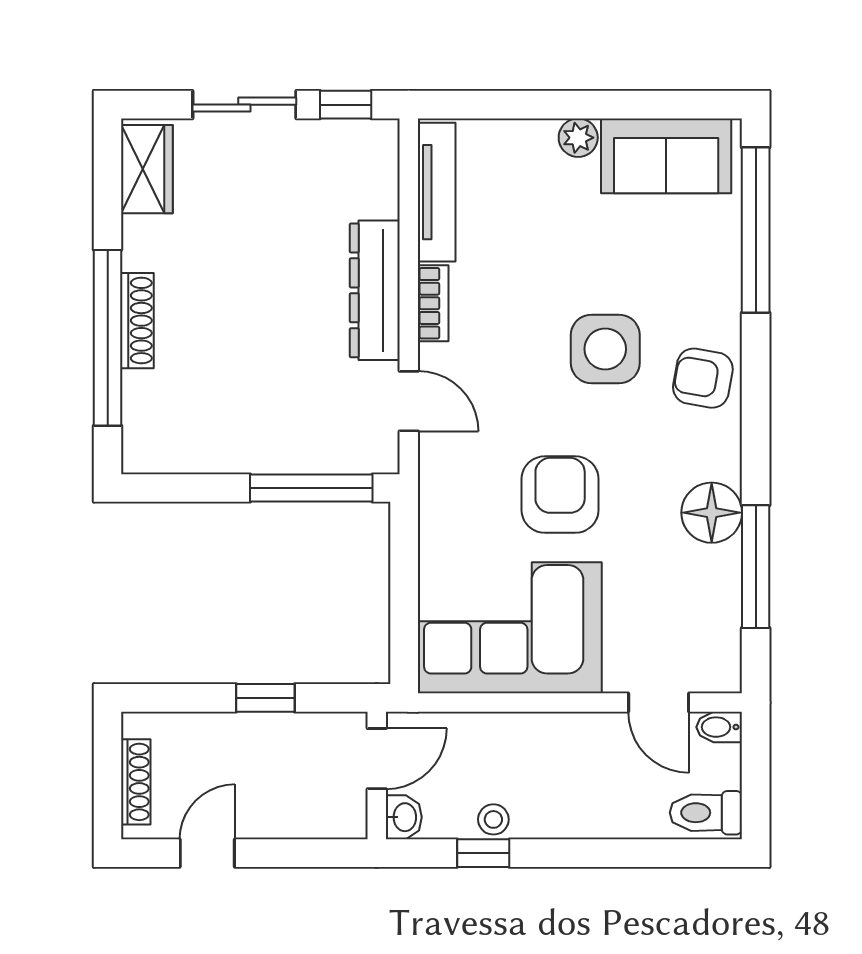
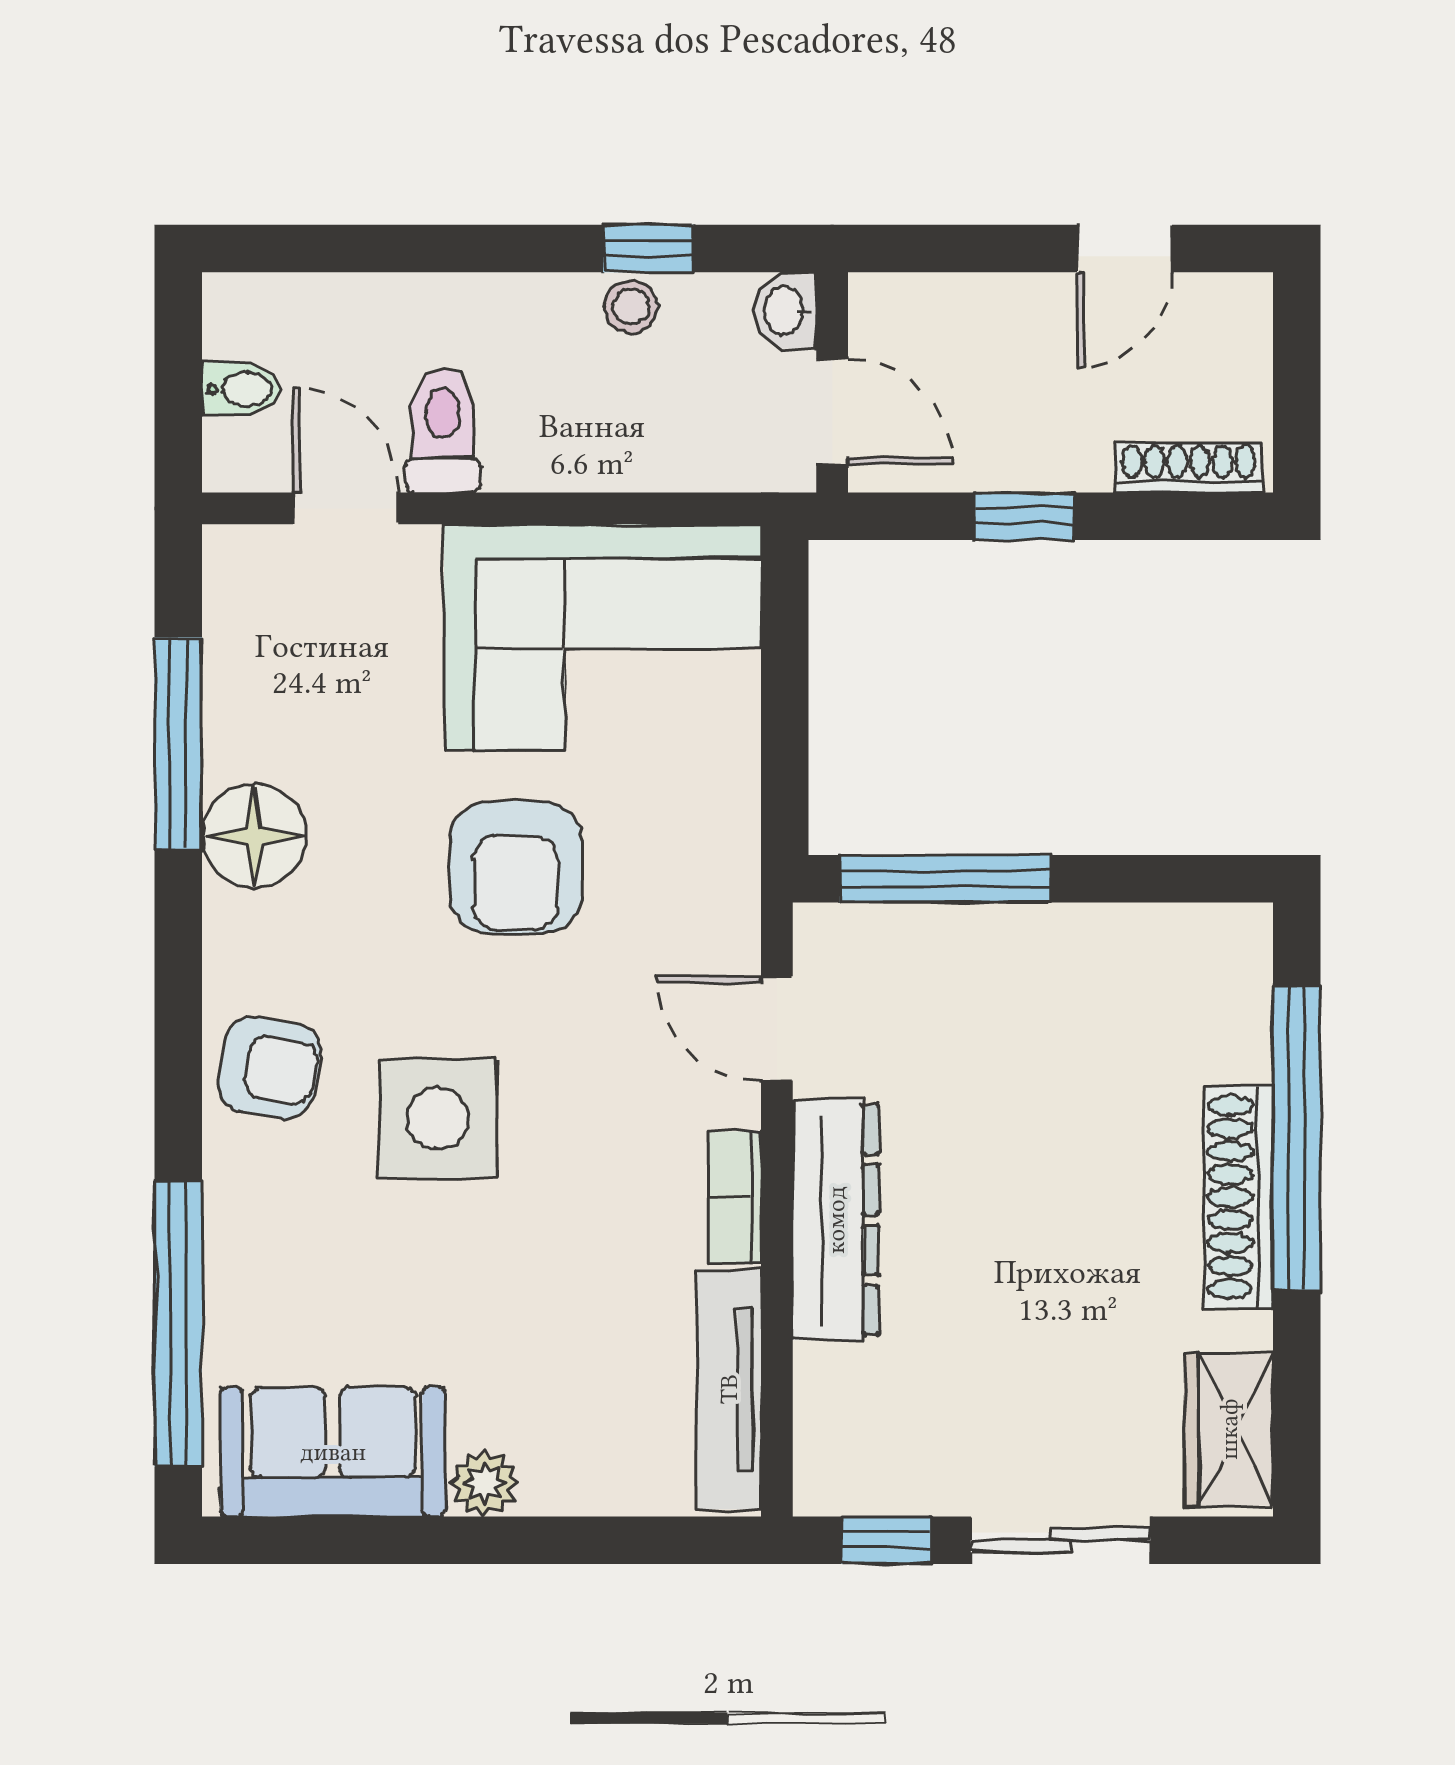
shoe rack: (137, 321) -> (1239, 1197), width x1.36, depth x1.24
bidet: (719, 727) -> (241, 389), moved
door: (377, 759) -> (832, 412), swing flipped
shoe rack: (136, 782) -> (1188, 468), moved, turned 90
toilet: (706, 813) -> (443, 430), moved, turned -90

